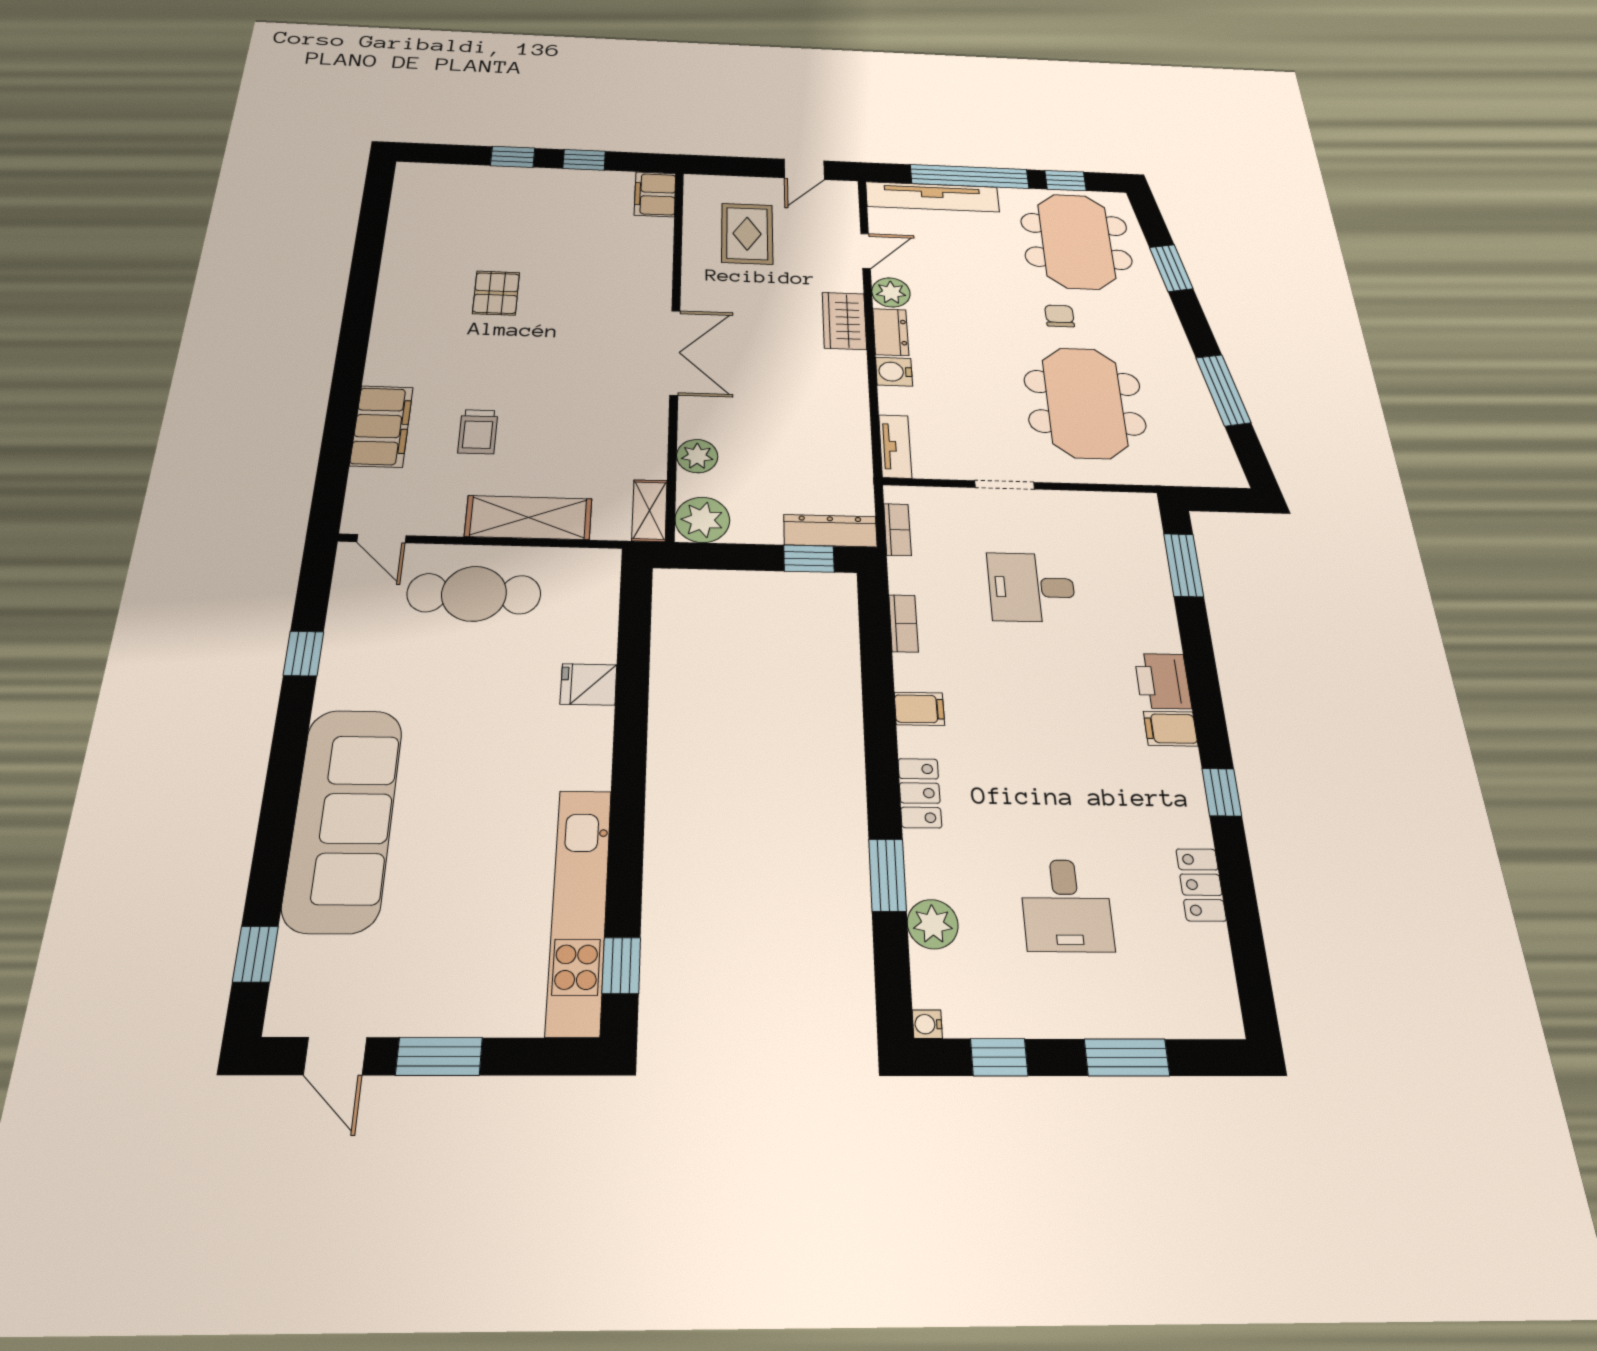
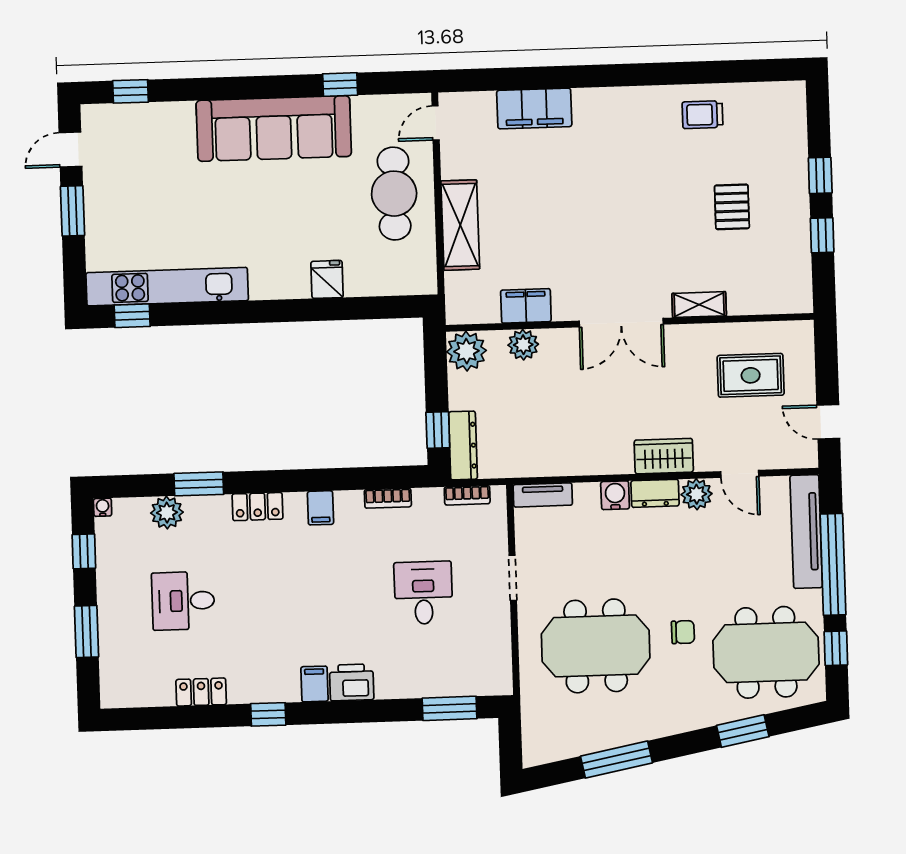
filing cabinet: (655, 194) -> (526, 306), moved
pallet: (496, 293) -> (732, 207), moved, turned 90
trolley: (478, 432) -> (702, 115), moved
shelving: (650, 510) -> (699, 305), moved
sofa: (343, 818) -> (274, 128), moved

